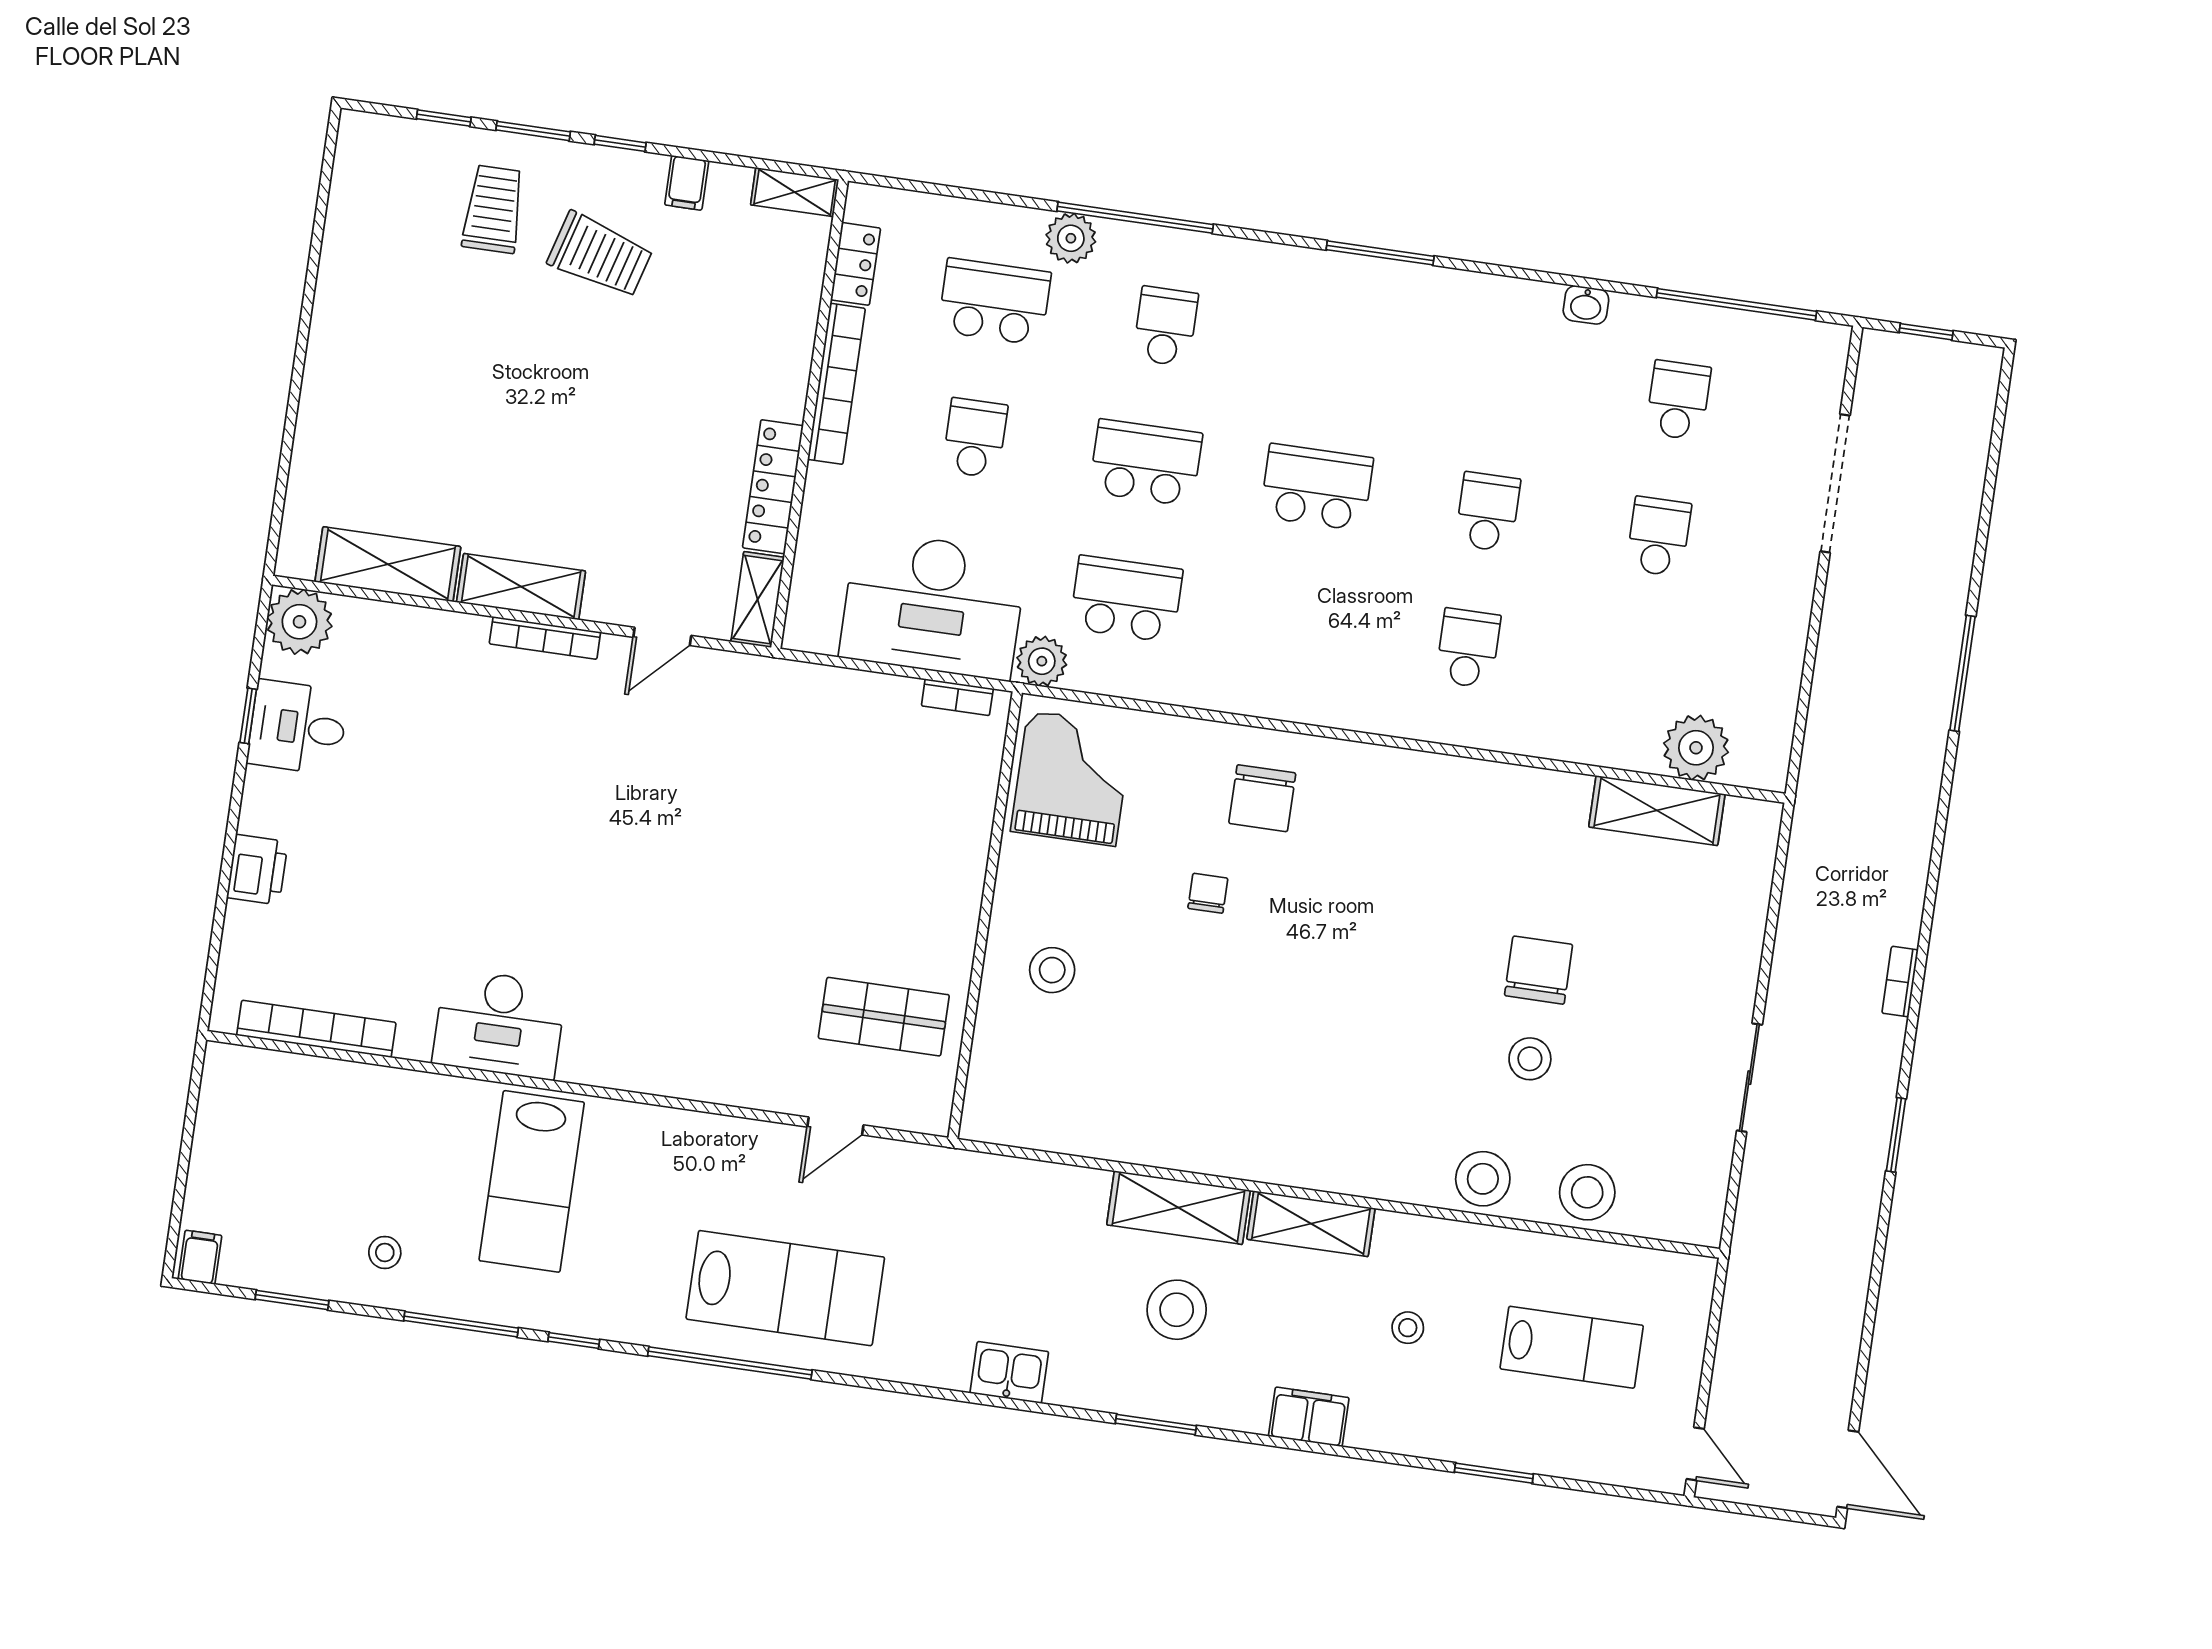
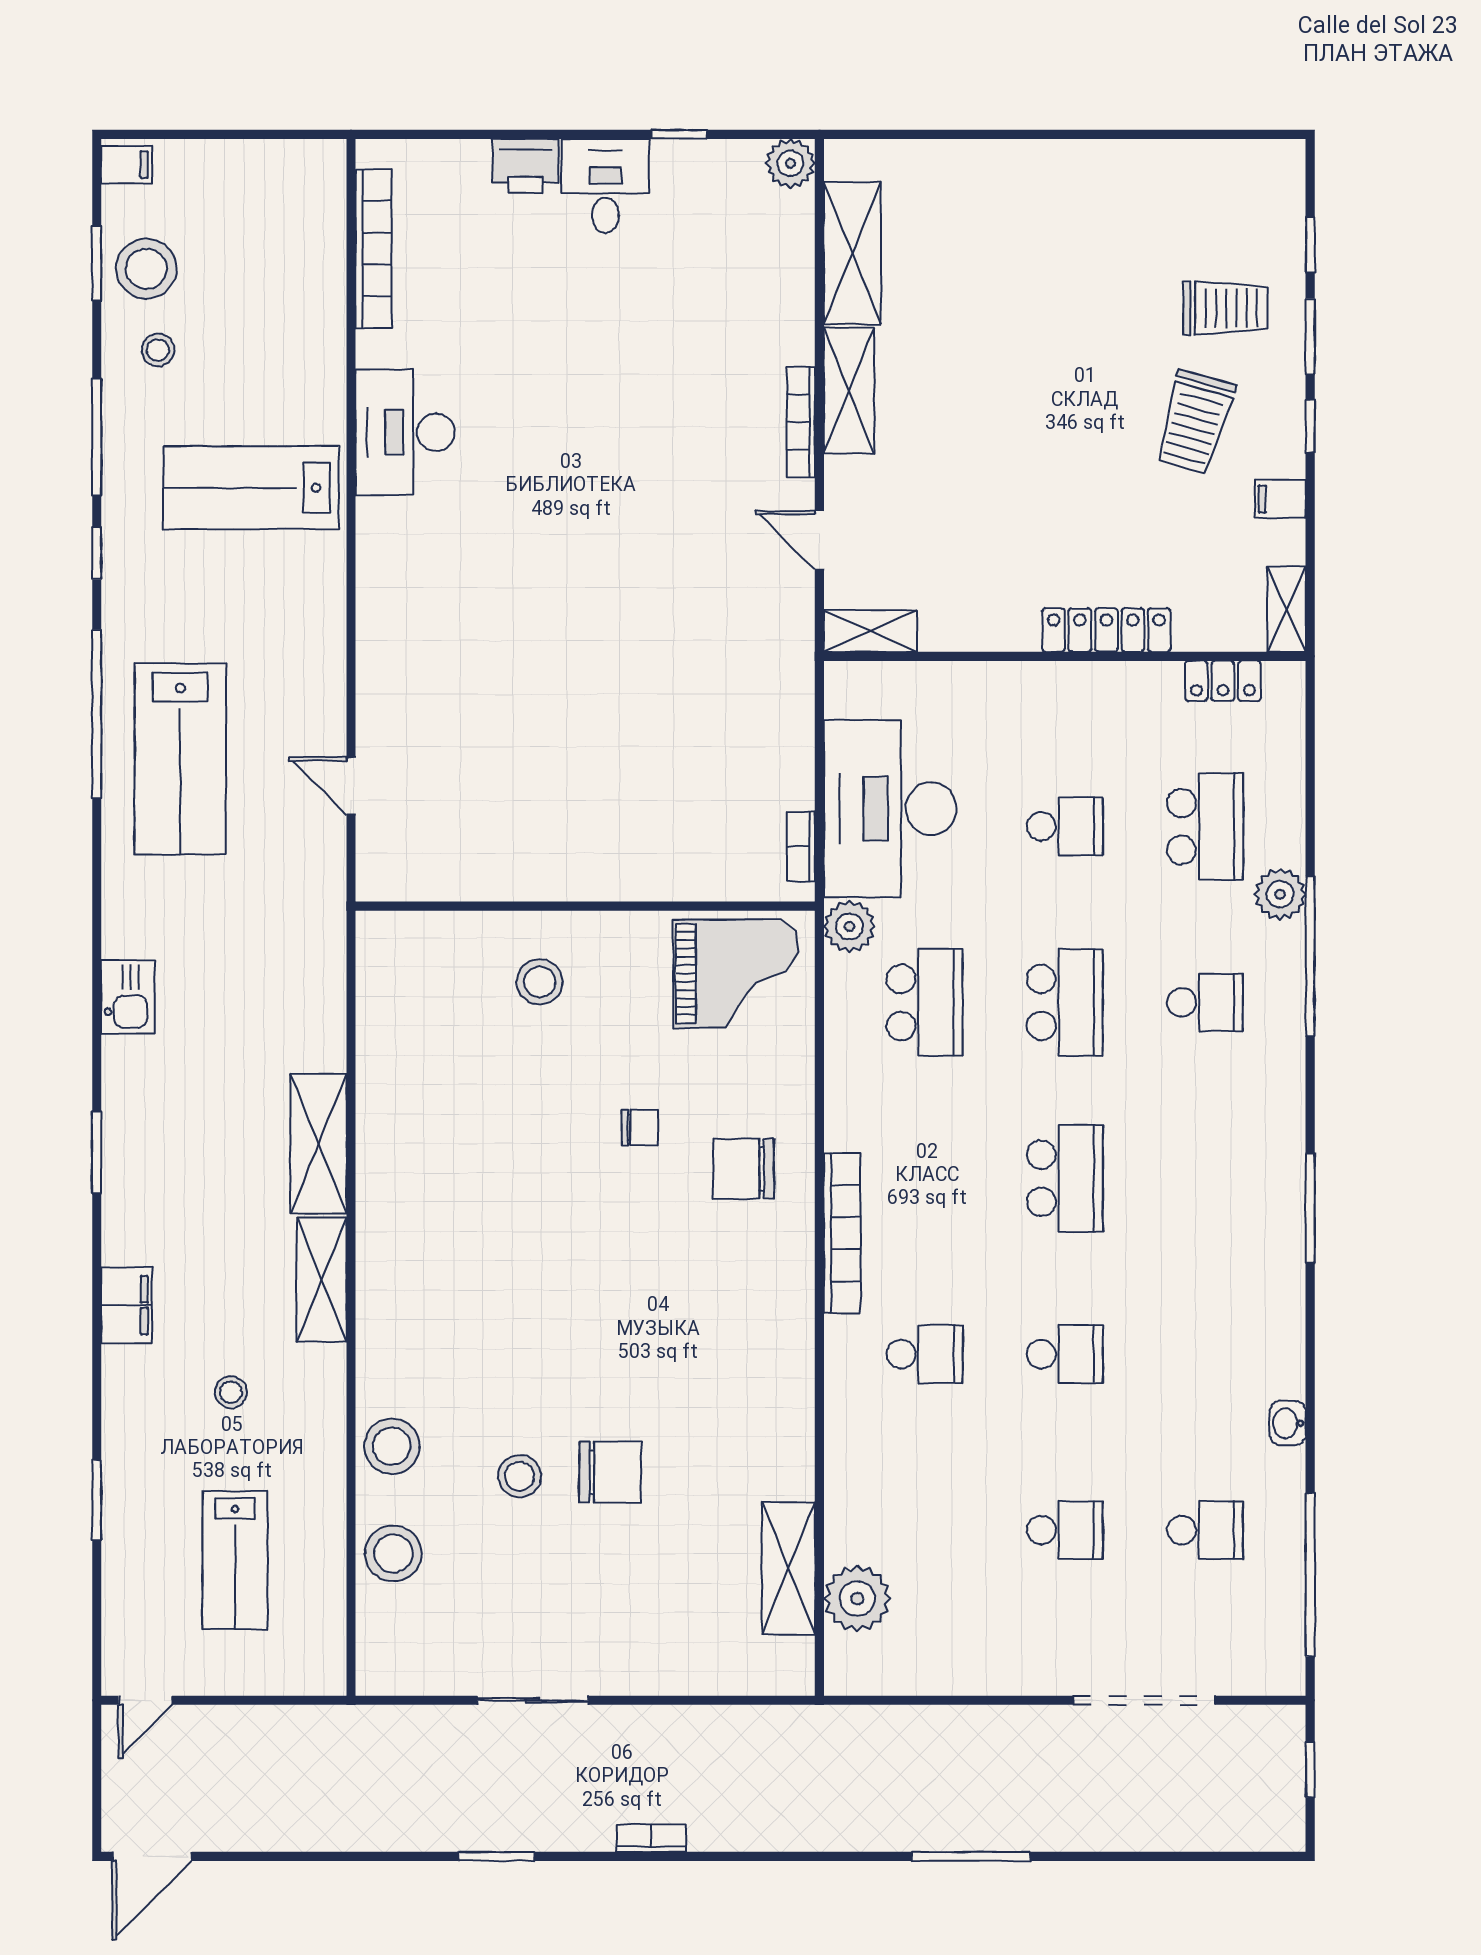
bookcase: (836, 384) -> (842, 1233), moved, turned -90
locker: (773, 487) -> (1106, 630), moved
plant: (299, 622) -> (790, 163), width x0.73, depth x0.73
desk: (298, 727) -> (605, 186), moved
shop shelf: (884, 1017) -> (468, 819), removed
stool: (1177, 1310) -> (146, 269), moved

